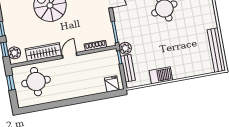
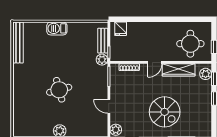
barbecue: (161, 75) -> (57, 28), moved

